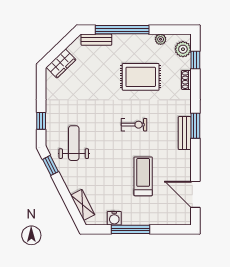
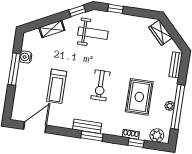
window: (122, 30) -> (178, 107), moved
plant: (161, 39) -> (170, 106), moved
window: (195, 60) -> (136, 143), moved
exercise bike: (134, 125) -> (100, 85), width x1.38, depth x1.39
treadmill: (143, 176) -> (57, 86), turned 90
shelving: (83, 205) -> (52, 29), moved

